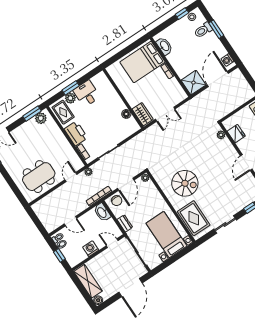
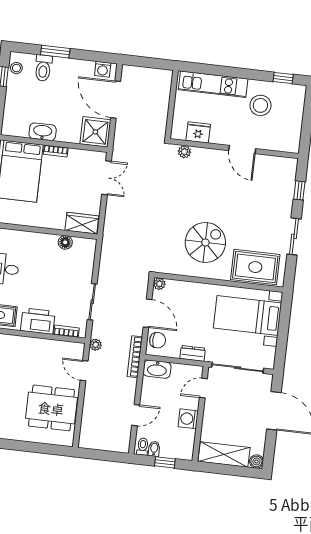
washbasin: (164, 46) -> (43, 132), moved
double door: (165, 114) -> (107, 178), moved
dining table: (39, 177) -> (51, 408), turned 90

